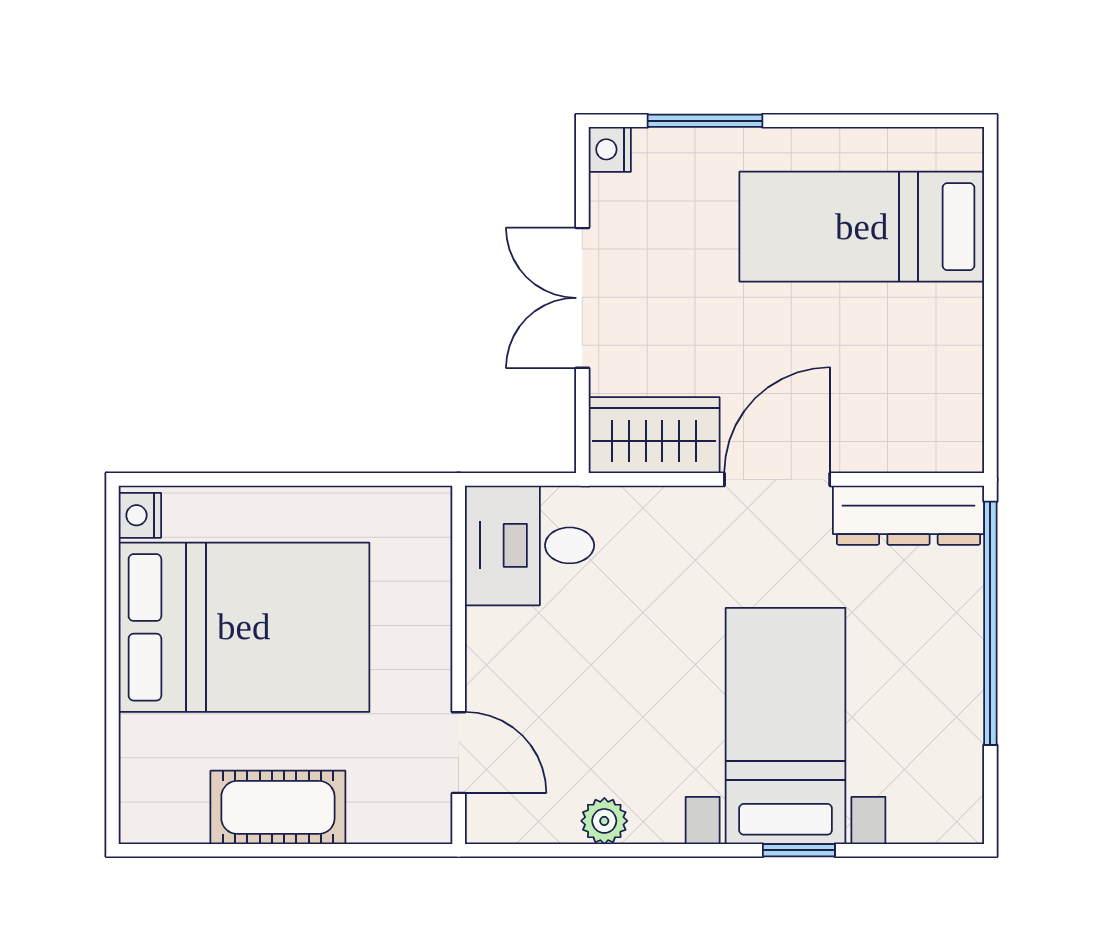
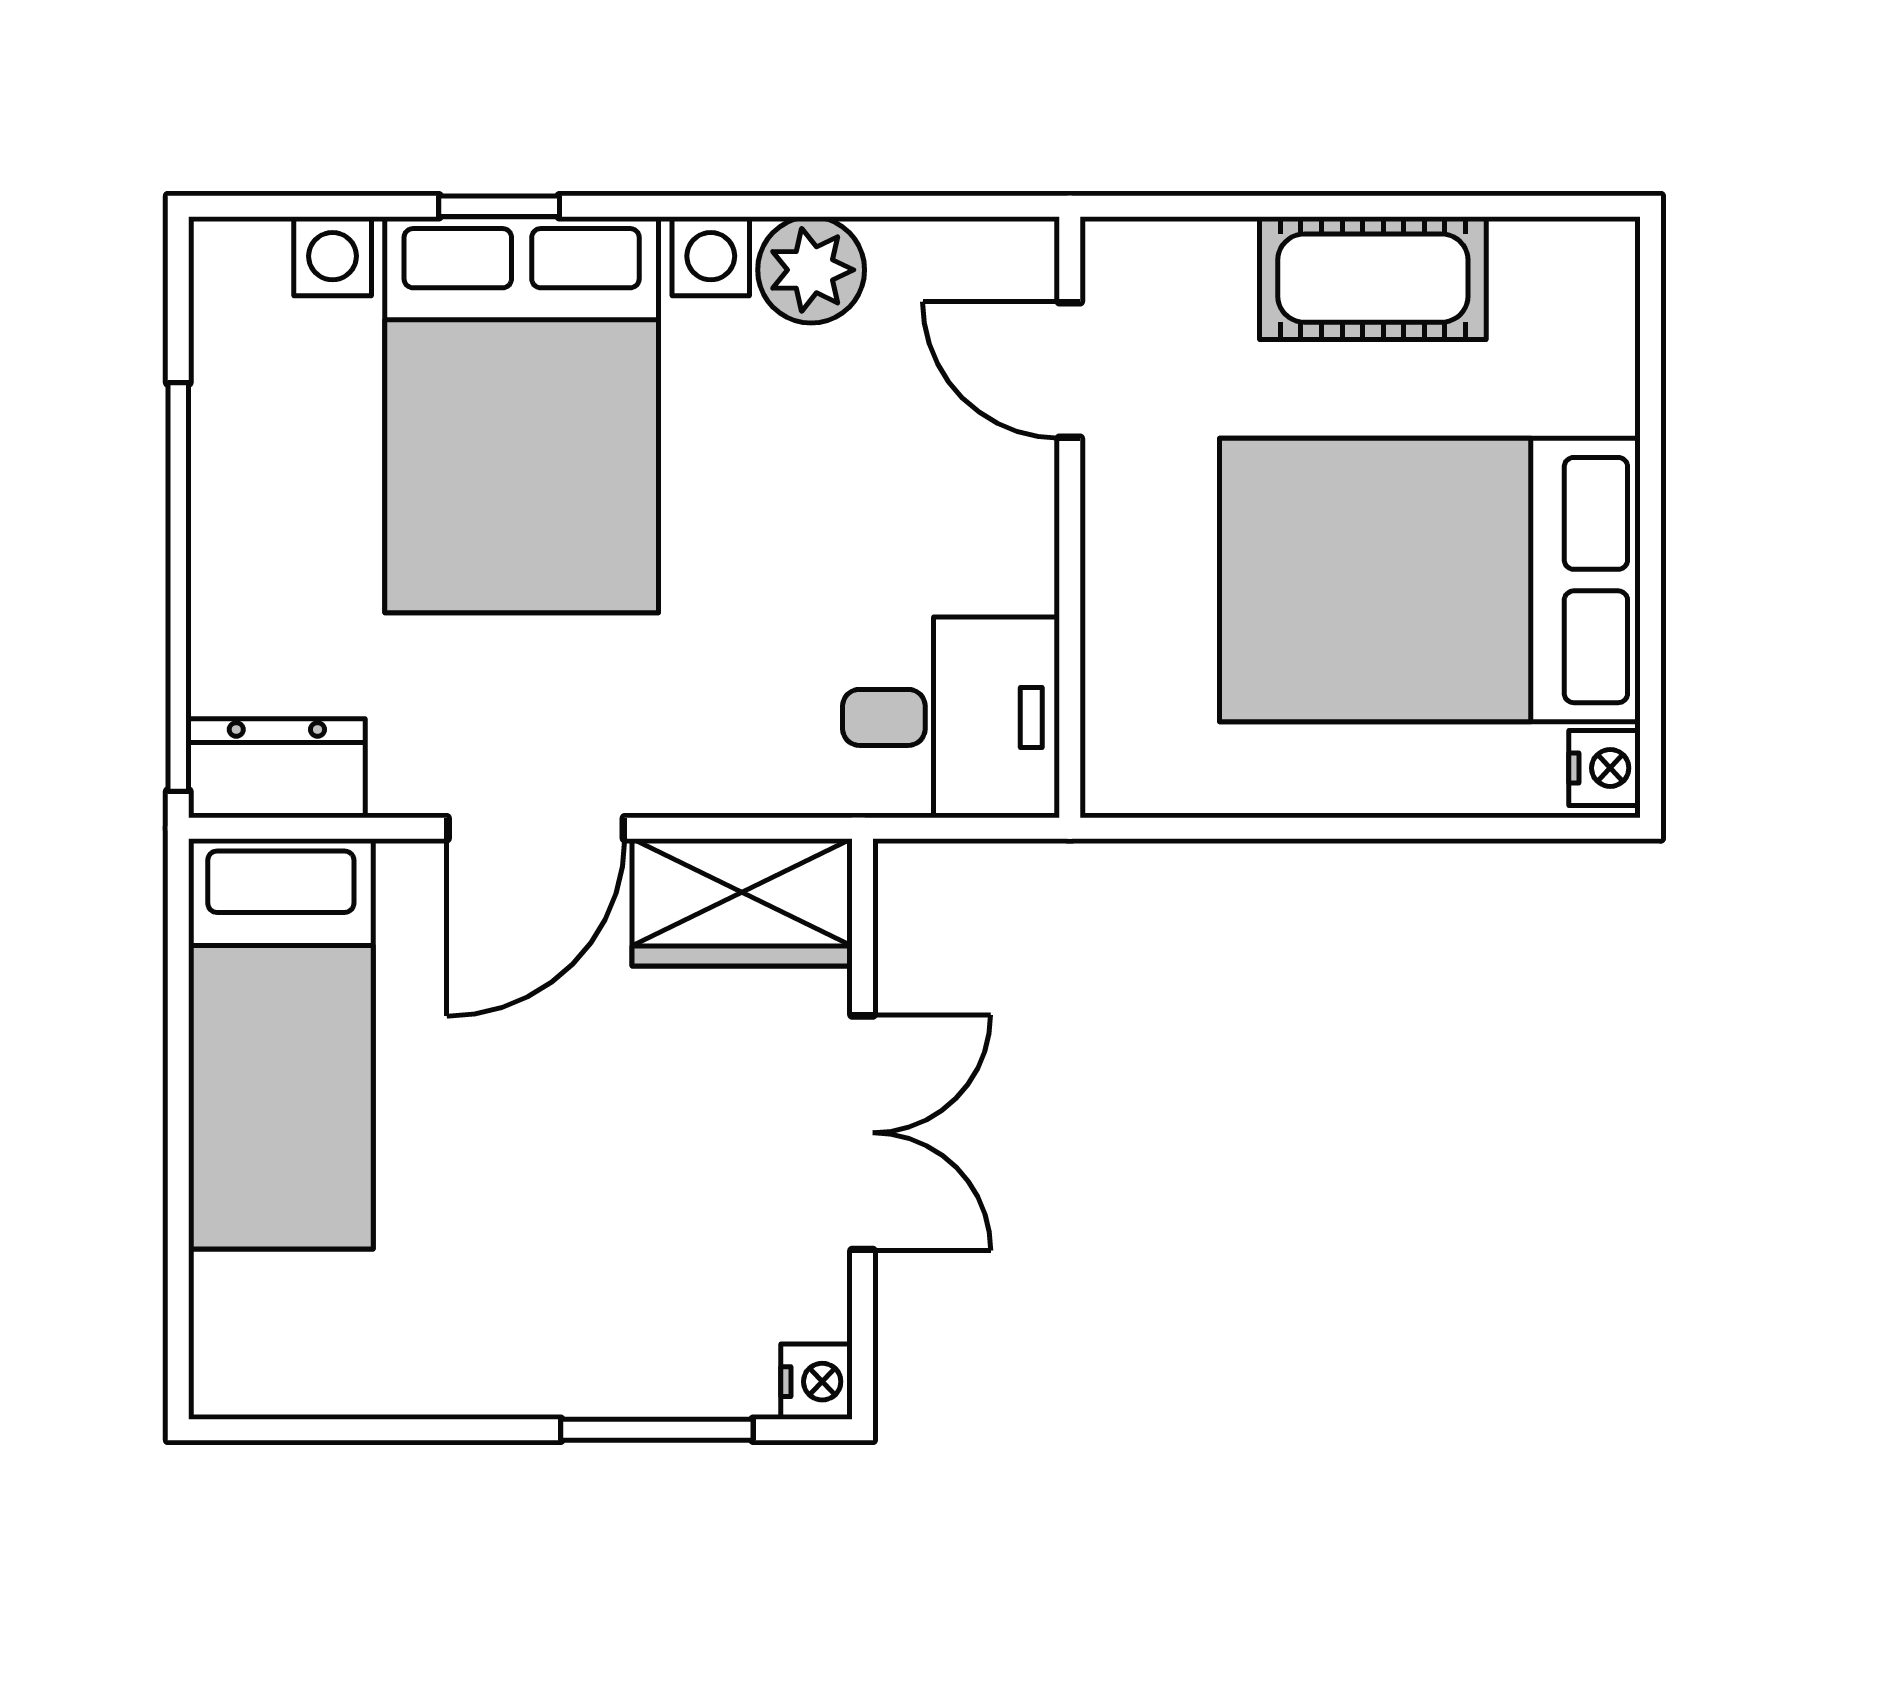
bed: (862, 227) -> (281, 1044), moved, turned 90
dresser: (908, 515) -> (277, 768), width x0.70
bed with nightstands: (786, 726) -> (522, 415), width x1.36
plant: (604, 821) -> (811, 270), width x1.38, depth x1.38

